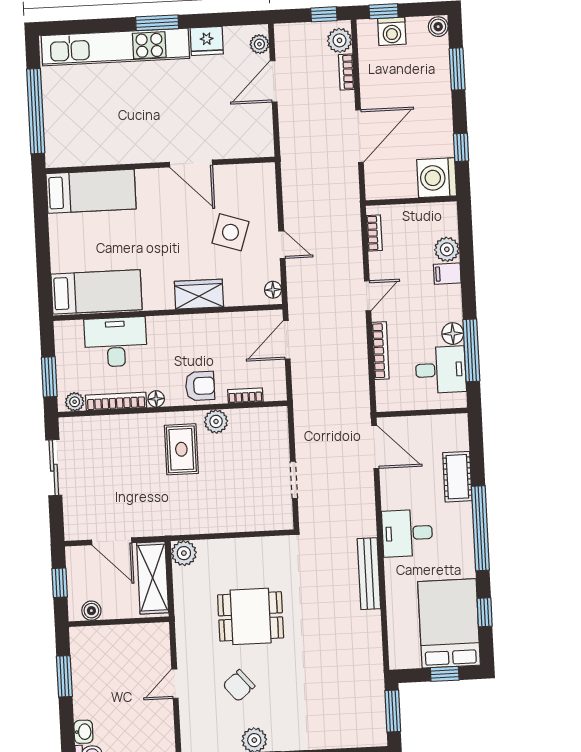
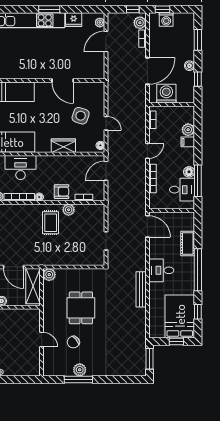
boiler: (438, 27) -> (189, 66), moved
washing machine: (437, 178) -> (166, 94), moved, turned 90
dining table: (251, 616) -> (81, 308), turned 90
door: (175, 684) -> (42, 340), swing flipped

